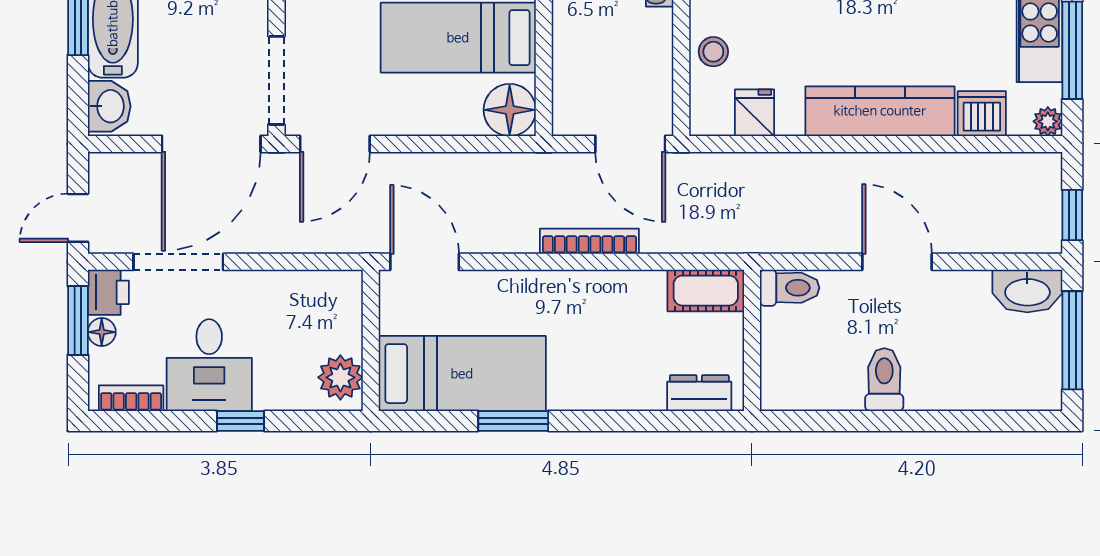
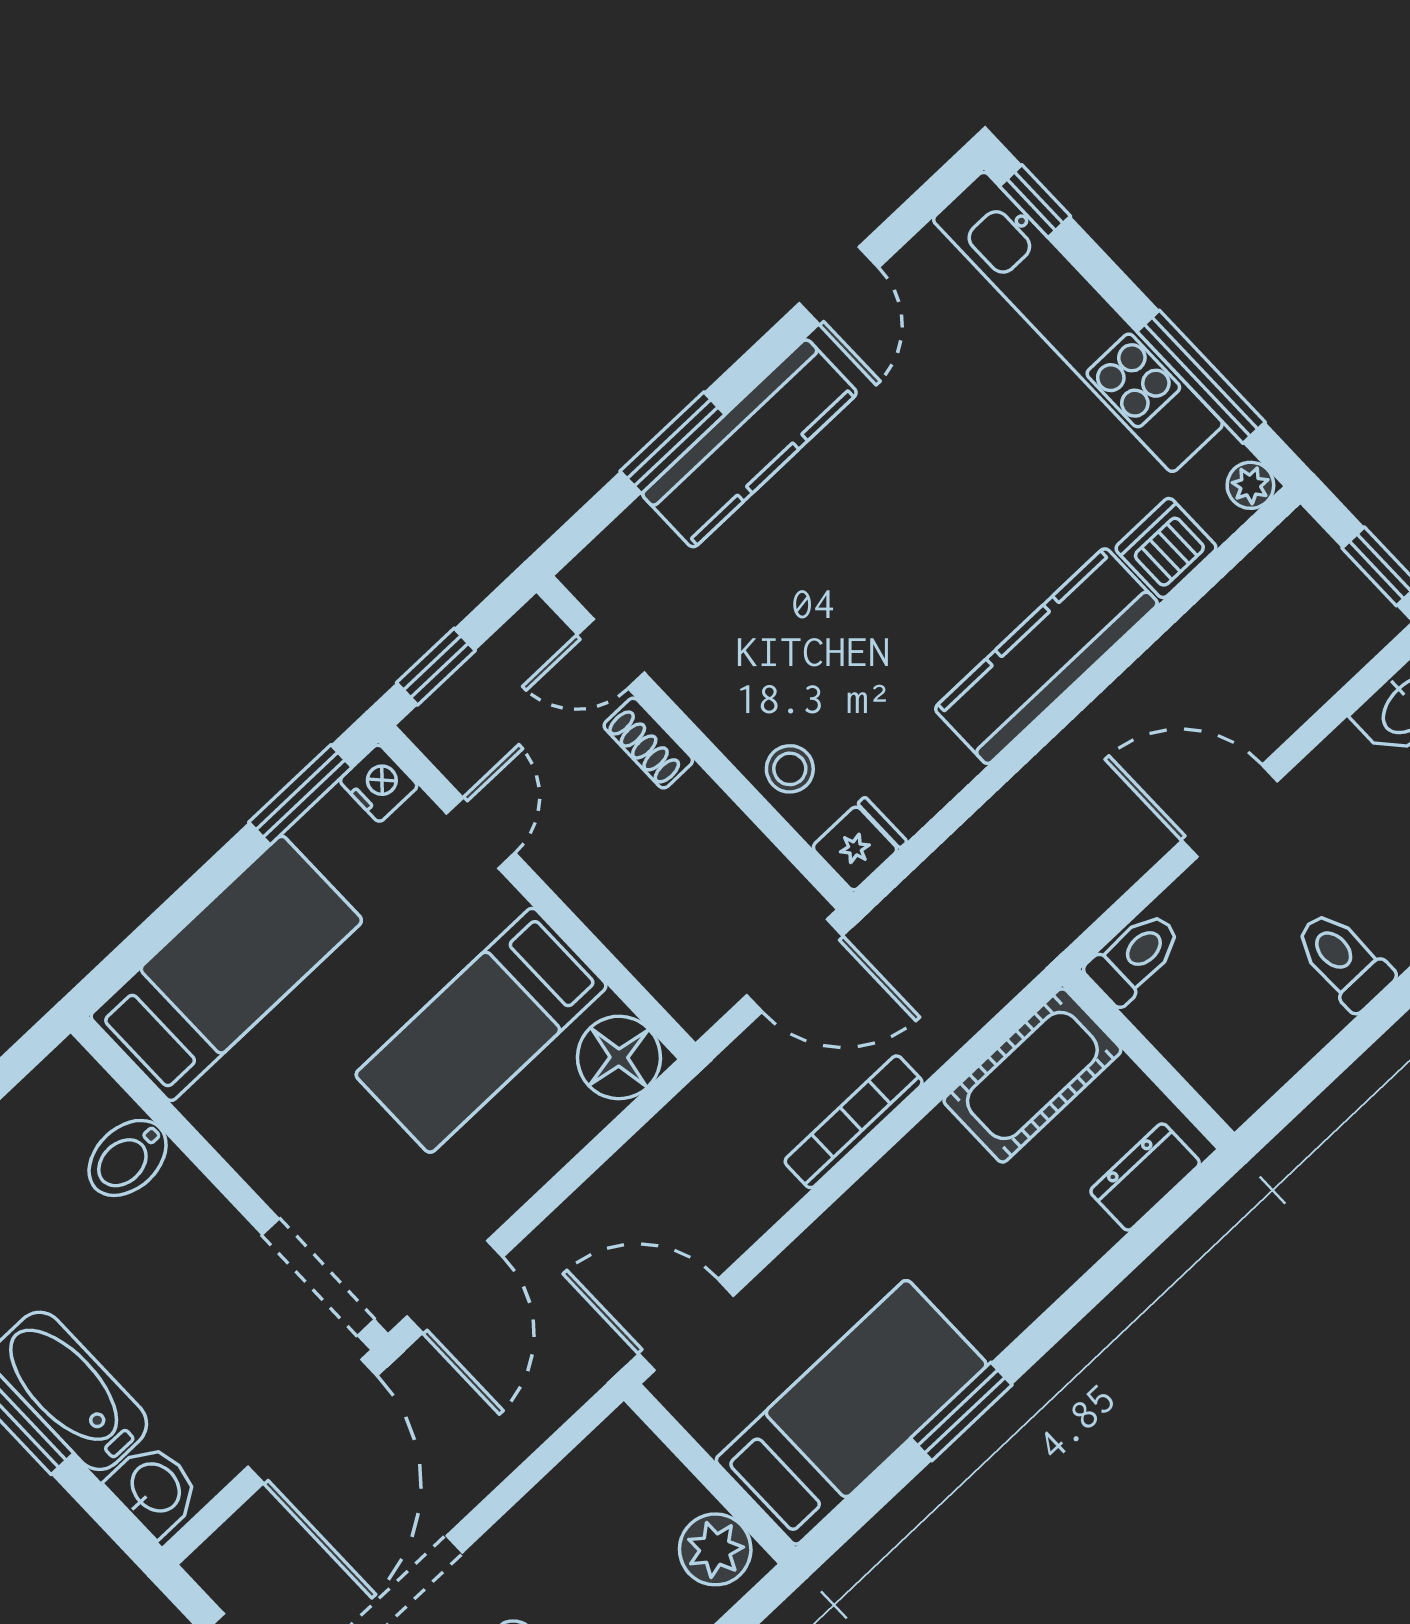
fridge: (755, 113) -> (859, 844), moved, turned 90
cot: (706, 291) -> (1032, 1075), width x1.37, depth x1.34

